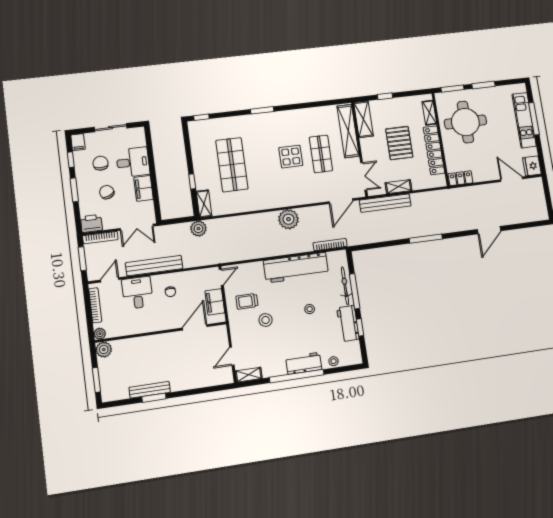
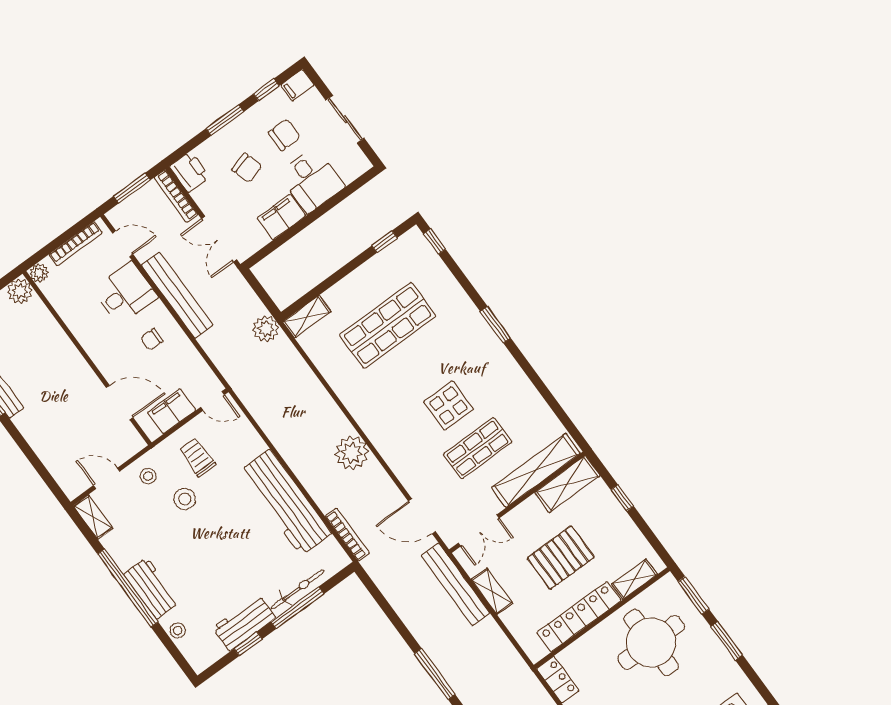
window: (192, 181) -> (384, 242), moved
chair: (107, 192) -> (247, 168), turned 96
stool: (310, 309) -> (148, 476), moved

